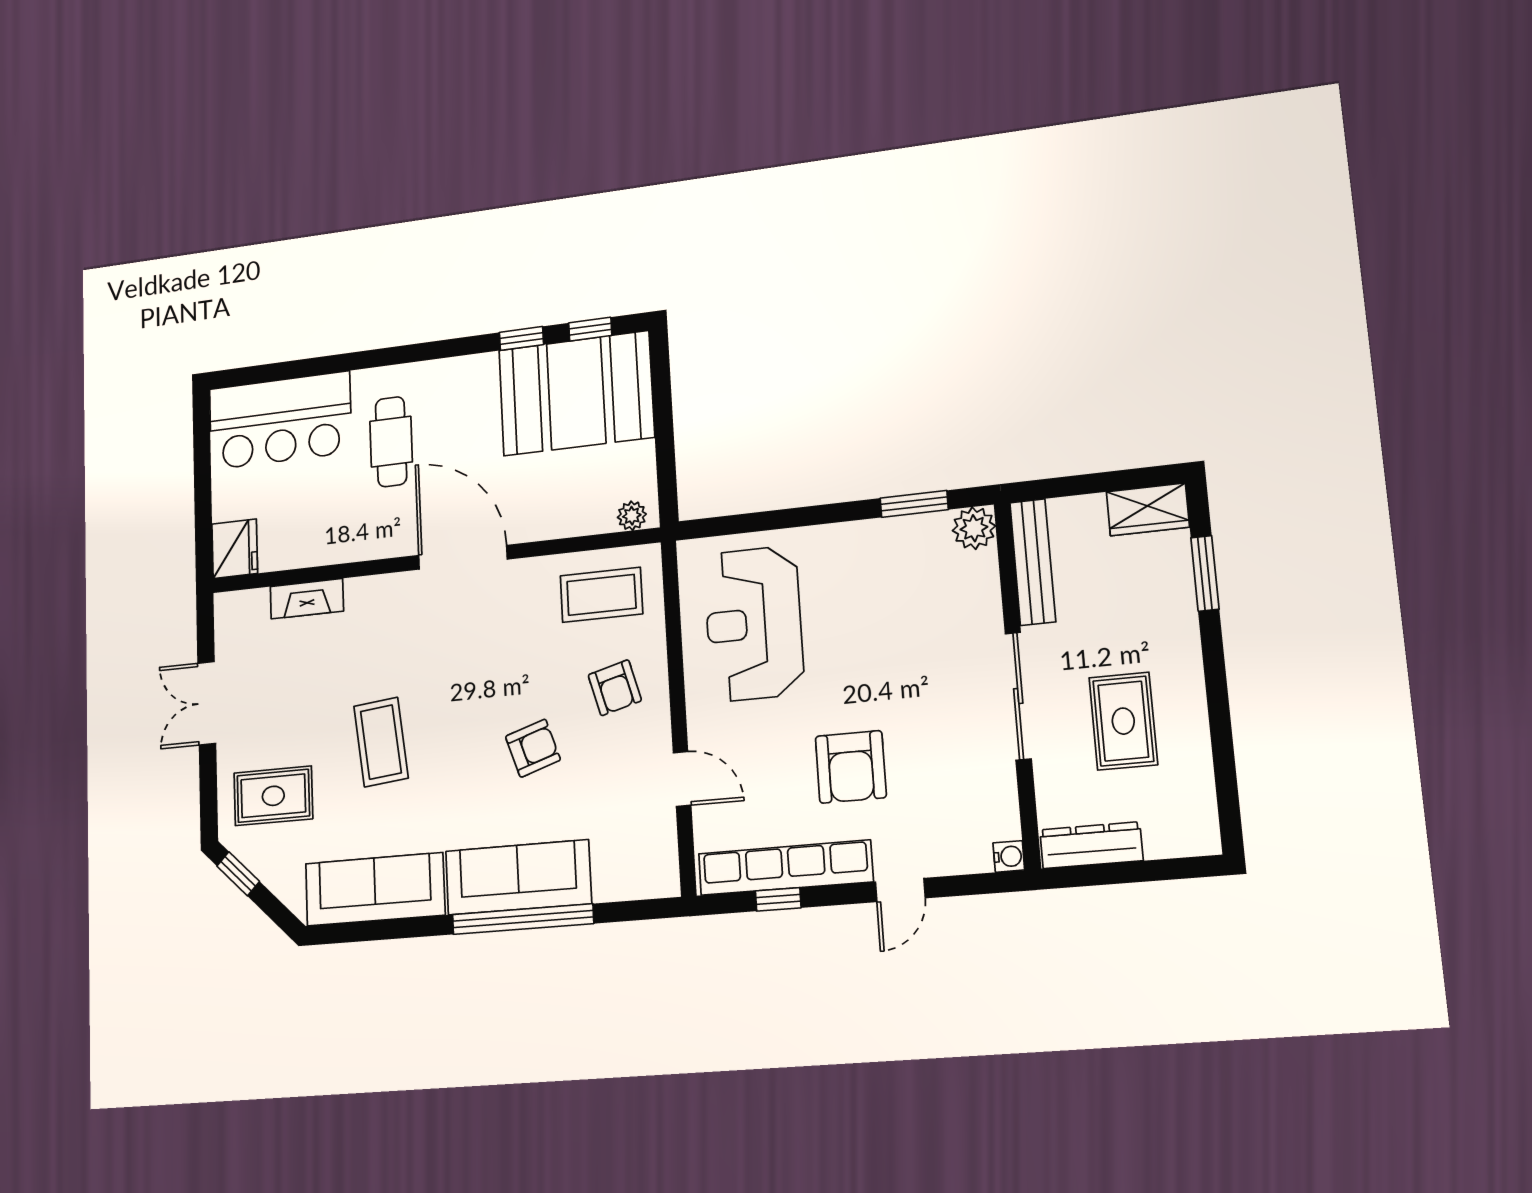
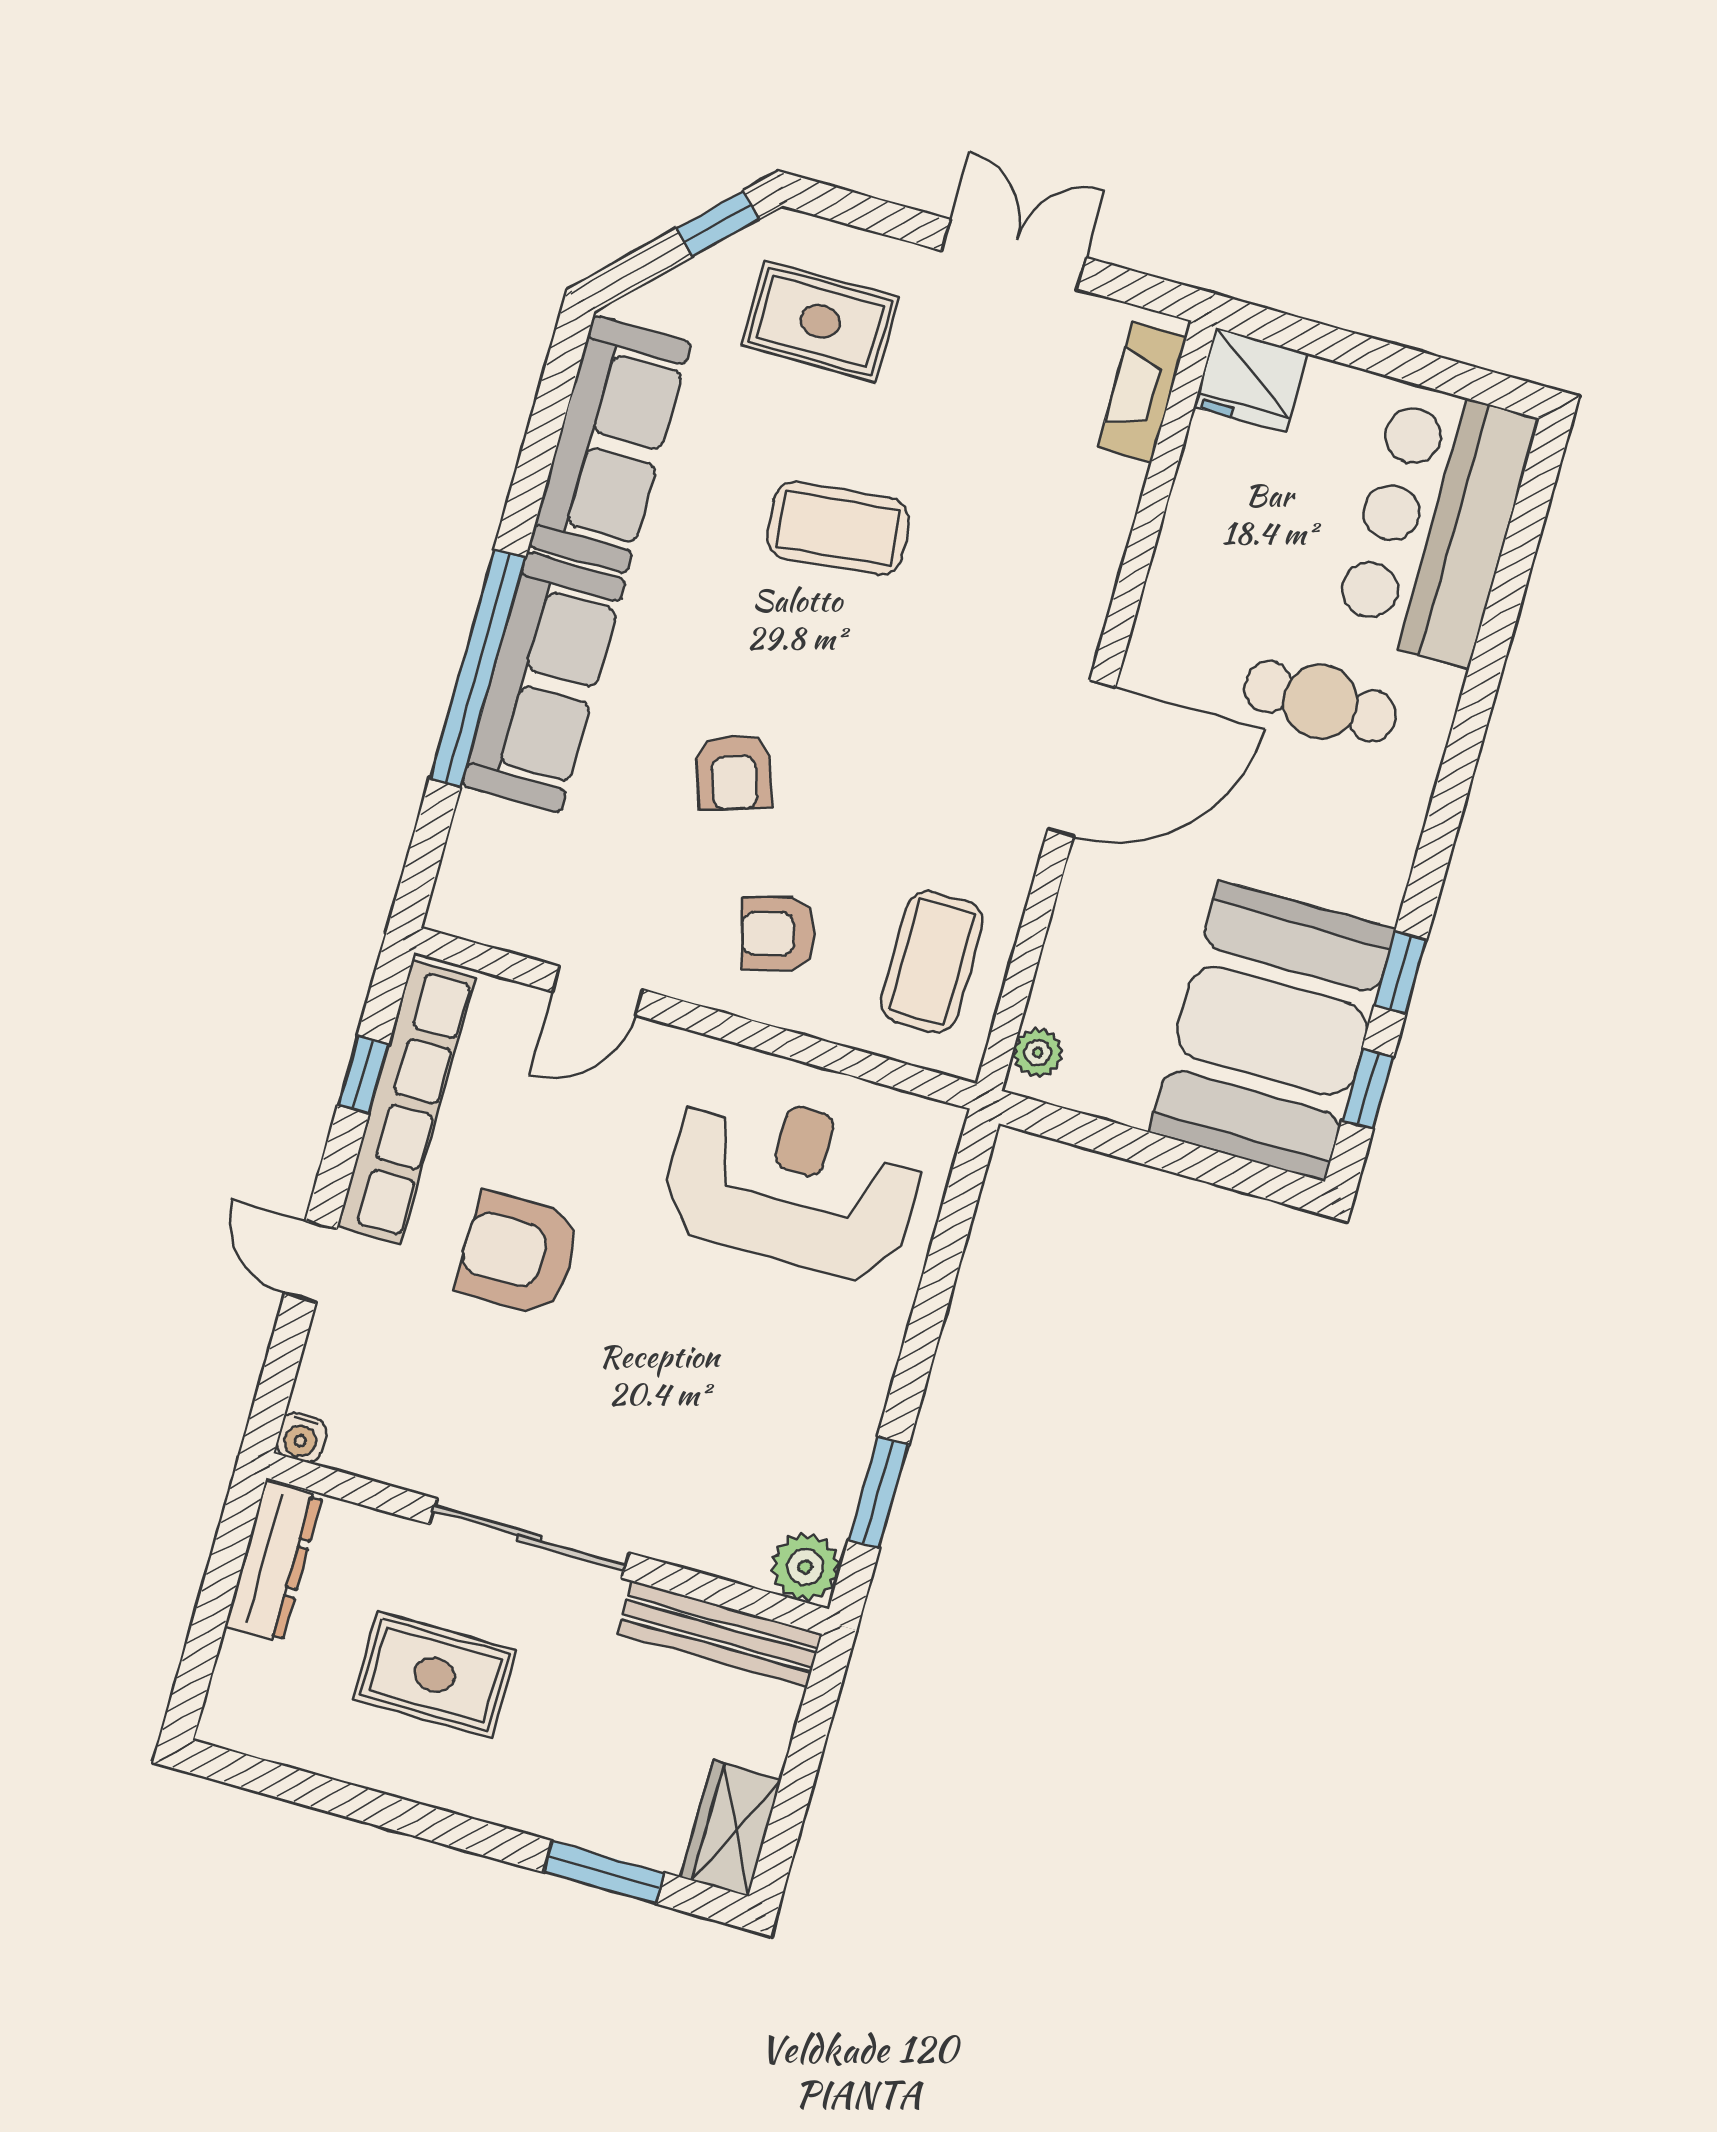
fireplace: (307, 599) -> (1142, 392), moved
rug: (273, 796) -> (820, 321), turned 90

